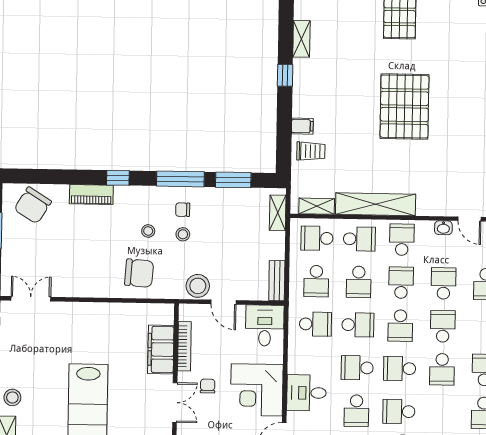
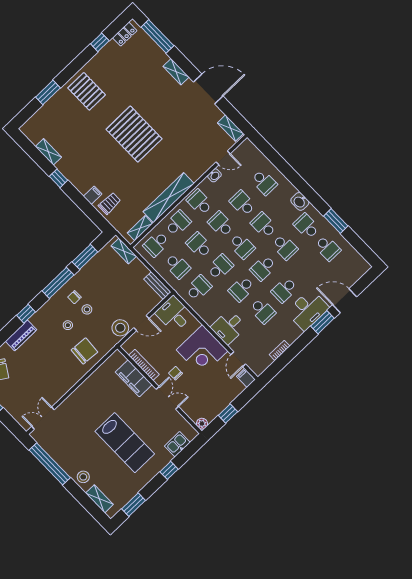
school desk: (359, 282) -> (199, 245), turned 180

